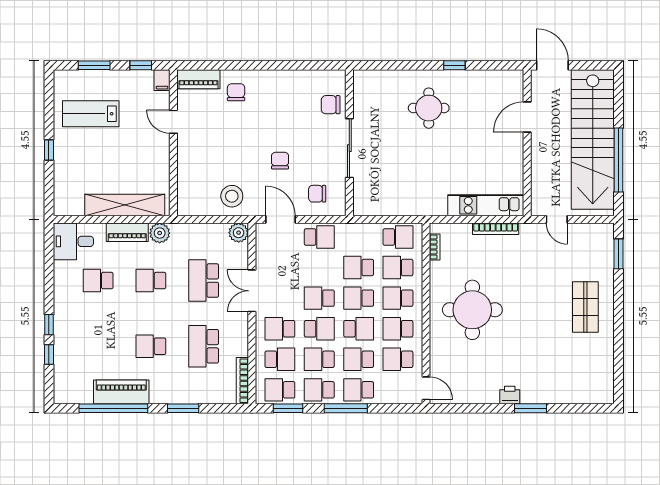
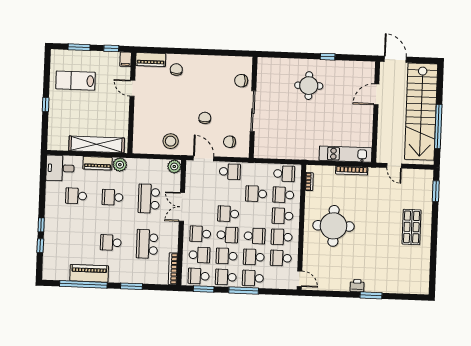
school desk: (359, 298) -> (255, 215), removed

